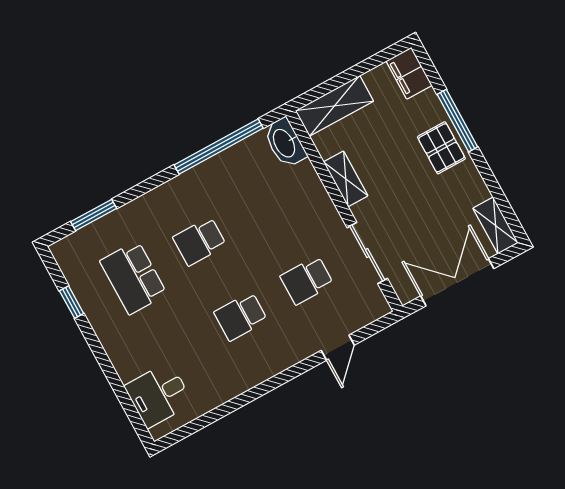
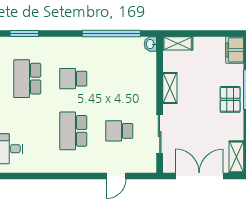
shelving: (334, 106) -> (178, 43), width x0.67, depth x0.75
washbasin: (285, 143) -> (150, 44), width x0.52, depth x0.69
school desk: (241, 316) -> (73, 131), width x1.85

